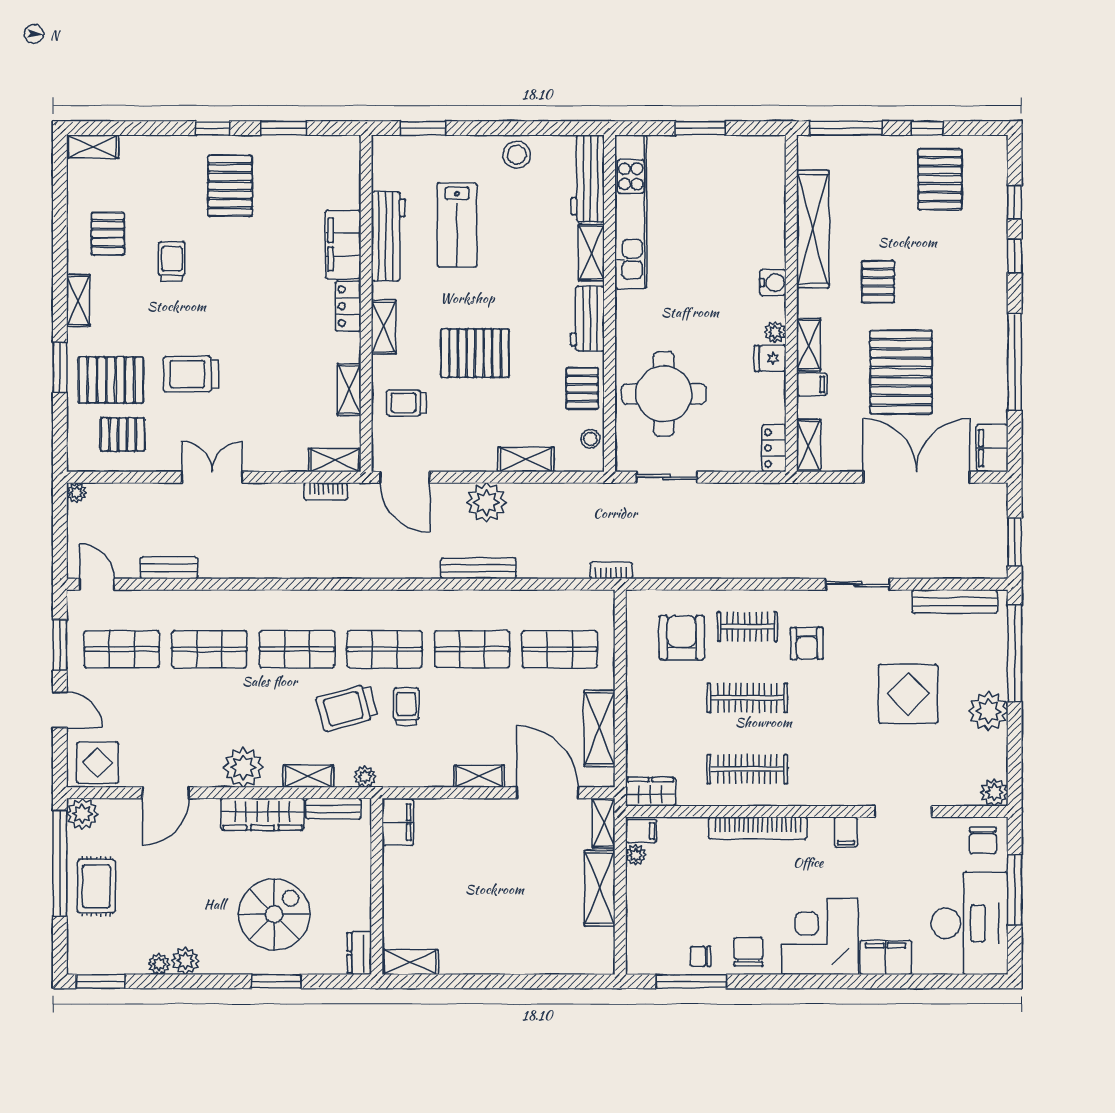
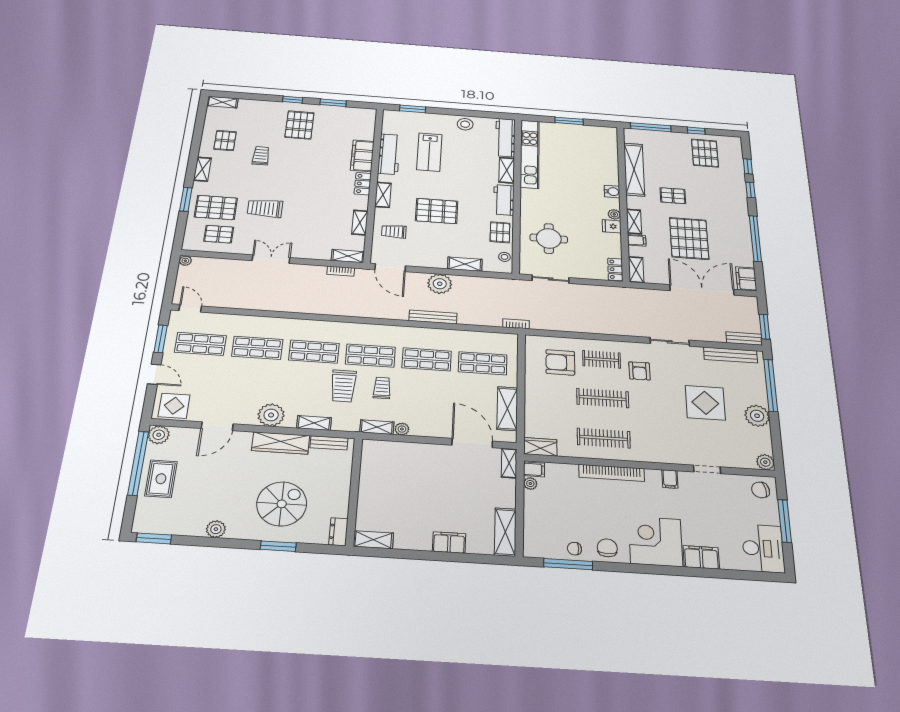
pallet: (878, 282) -> (673, 196), turned 90
round table: (664, 394) -> (549, 238), width x0.73, depth x0.73
bench: (169, 568) -> (744, 339), moved
armchair: (682, 638) -> (560, 362), turned -90
trolley: (347, 708) -> (343, 386), turned -75
shelving: (479, 776) -> (377, 427), moved
plant: (365, 777) -> (402, 429), moved
doorway: (903, 812) -> (707, 469), width x0.73
filing cabinet: (398, 822) -> (449, 543), moved, turned -90
chair: (983, 841) -> (761, 490), turned 78
shelving: (600, 888) -> (505, 532), moved
desk: (970, 923) -> (763, 548), width x0.73, depth x0.77
plant: (159, 964) -> (197, 530), removed

